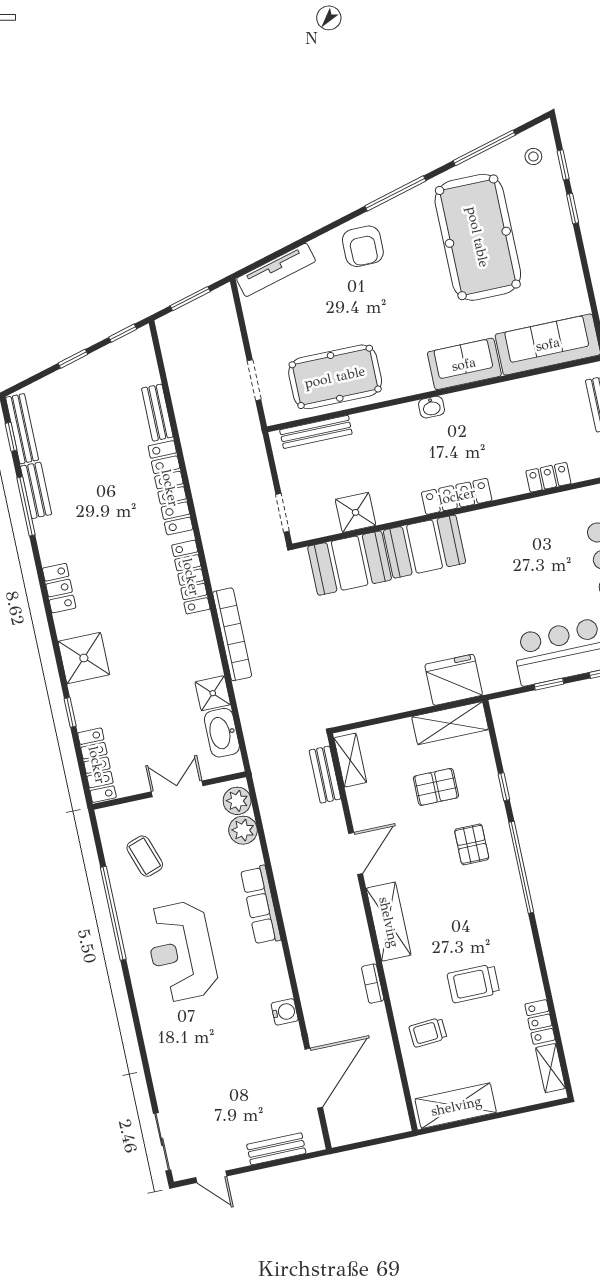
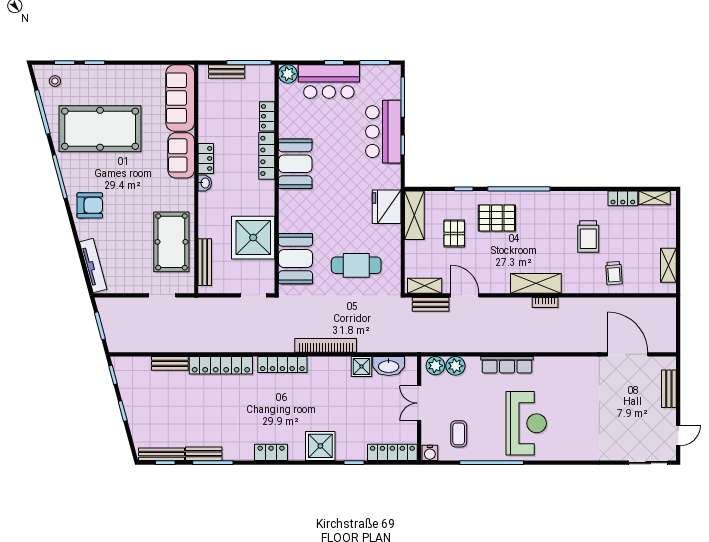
locker: (468, 401) -> (206, 158), added
locker: (457, 496) -> (267, 156), moved
shower: (356, 512) -> (253, 238), width x1.86, depth x1.86
booth: (425, 547) -> (295, 164), moved
cafe table: (359, 654) -> (356, 265), added
pallet: (472, 844) -> (497, 218), width x1.50, depth x1.42
door: (356, 853) -> (465, 295), moved
coffee table: (145, 856) -> (459, 434), turned -71
reception desk: (181, 951) -> (526, 423), turned -90
bookcase: (373, 984) -> (545, 302), moved
water cooler: (285, 1012) -> (430, 453), moved, turned 180
shelving: (456, 1106) -> (668, 265), width x0.67, depth x0.75

